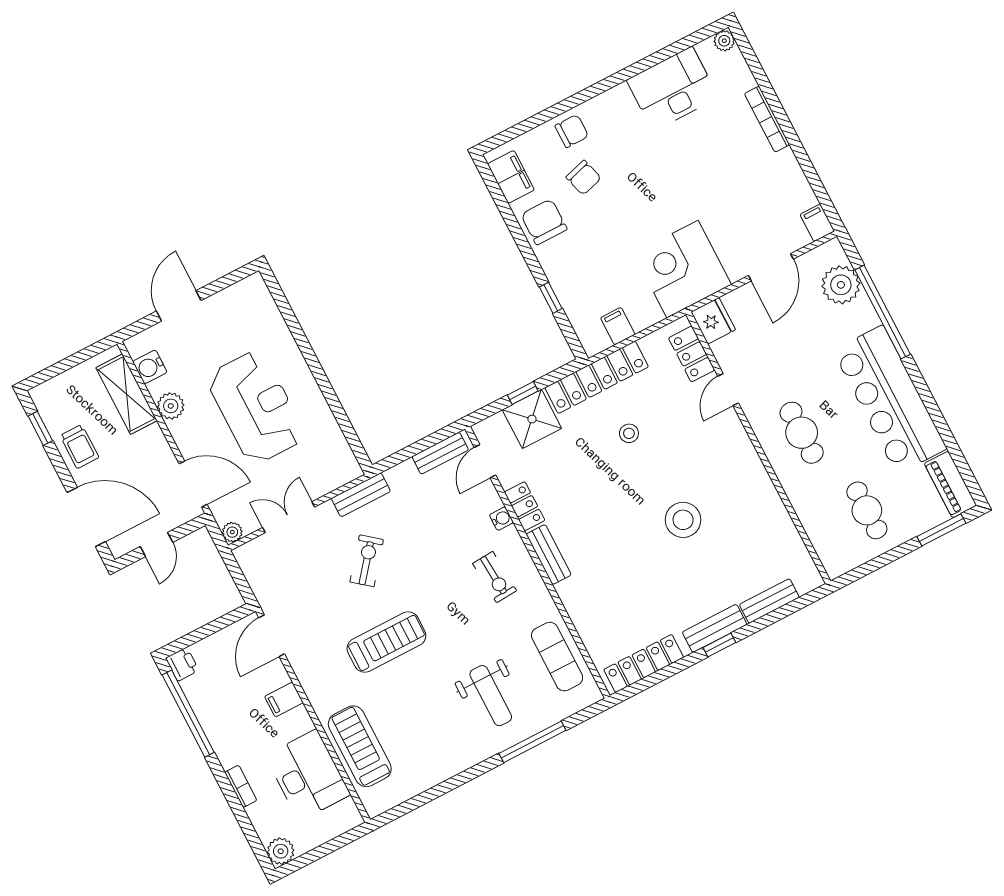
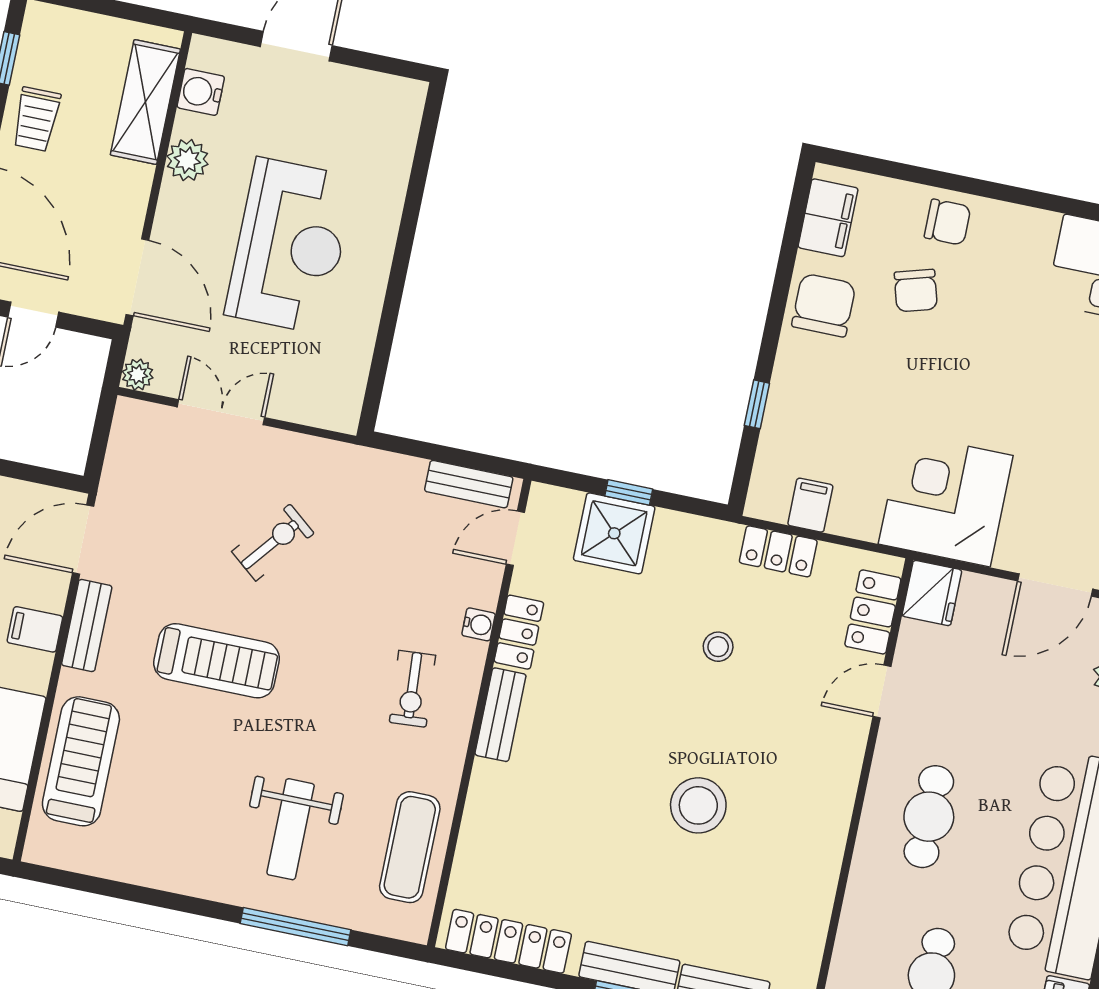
locker: (597, 377) -> (778, 551), width x0.46, depth x0.83
bench: (361, 495) -> (87, 625), moved, turned 90

